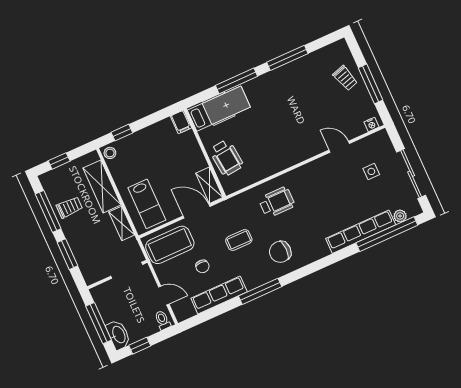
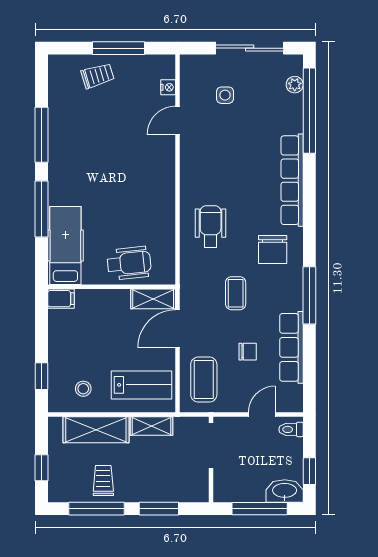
nightstand: (372, 124) -> (168, 87), moved
stool: (110, 153) -> (83, 389), moved
row of seats: (361, 232) -> (292, 180), moved
coffee table: (170, 245) -> (204, 380), width x0.73, depth x0.76

